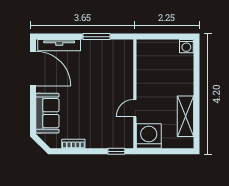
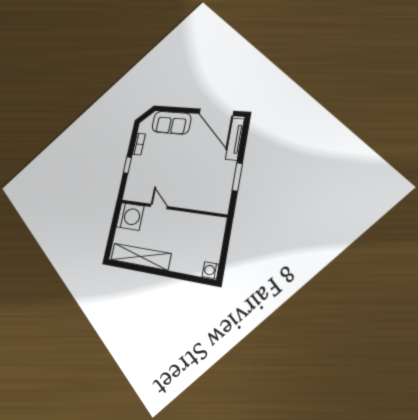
door: (33, 68) -> (216, 112), hinge flipped
shelving: (186, 116) -> (141, 257), width x1.47
window: (116, 151) -> (127, 165), moved

